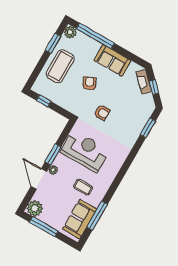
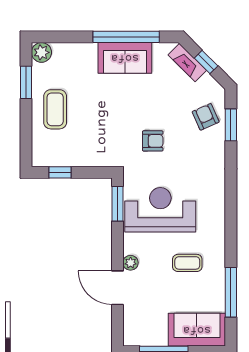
window: (95, 36) -> (126, 37), moved
coffee table: (60, 66) -> (55, 109), width x0.73, depth x0.76
armchair: (89, 83) -> (206, 117), moved
window: (53, 154) -> (117, 204), moved
plant: (35, 208) -> (136, 333), removed
sofa: (80, 219) -> (197, 330), moved, turned 90

